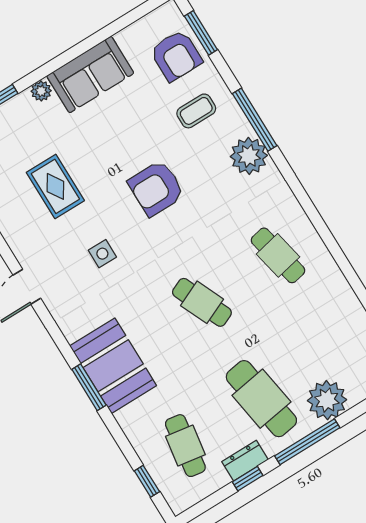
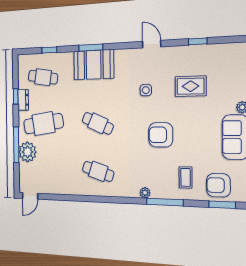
plant: (249, 156) -> (145, 193), width x0.53, depth x0.53
armchair: (156, 188) -> (161, 135), turned -90
cafe table: (278, 255) -> (98, 171), turned 30
cafe table: (202, 302) -> (98, 123), turned 48
window: (307, 442) -> (16, 145), moved
window: (147, 481) -> (49, 50), moved

